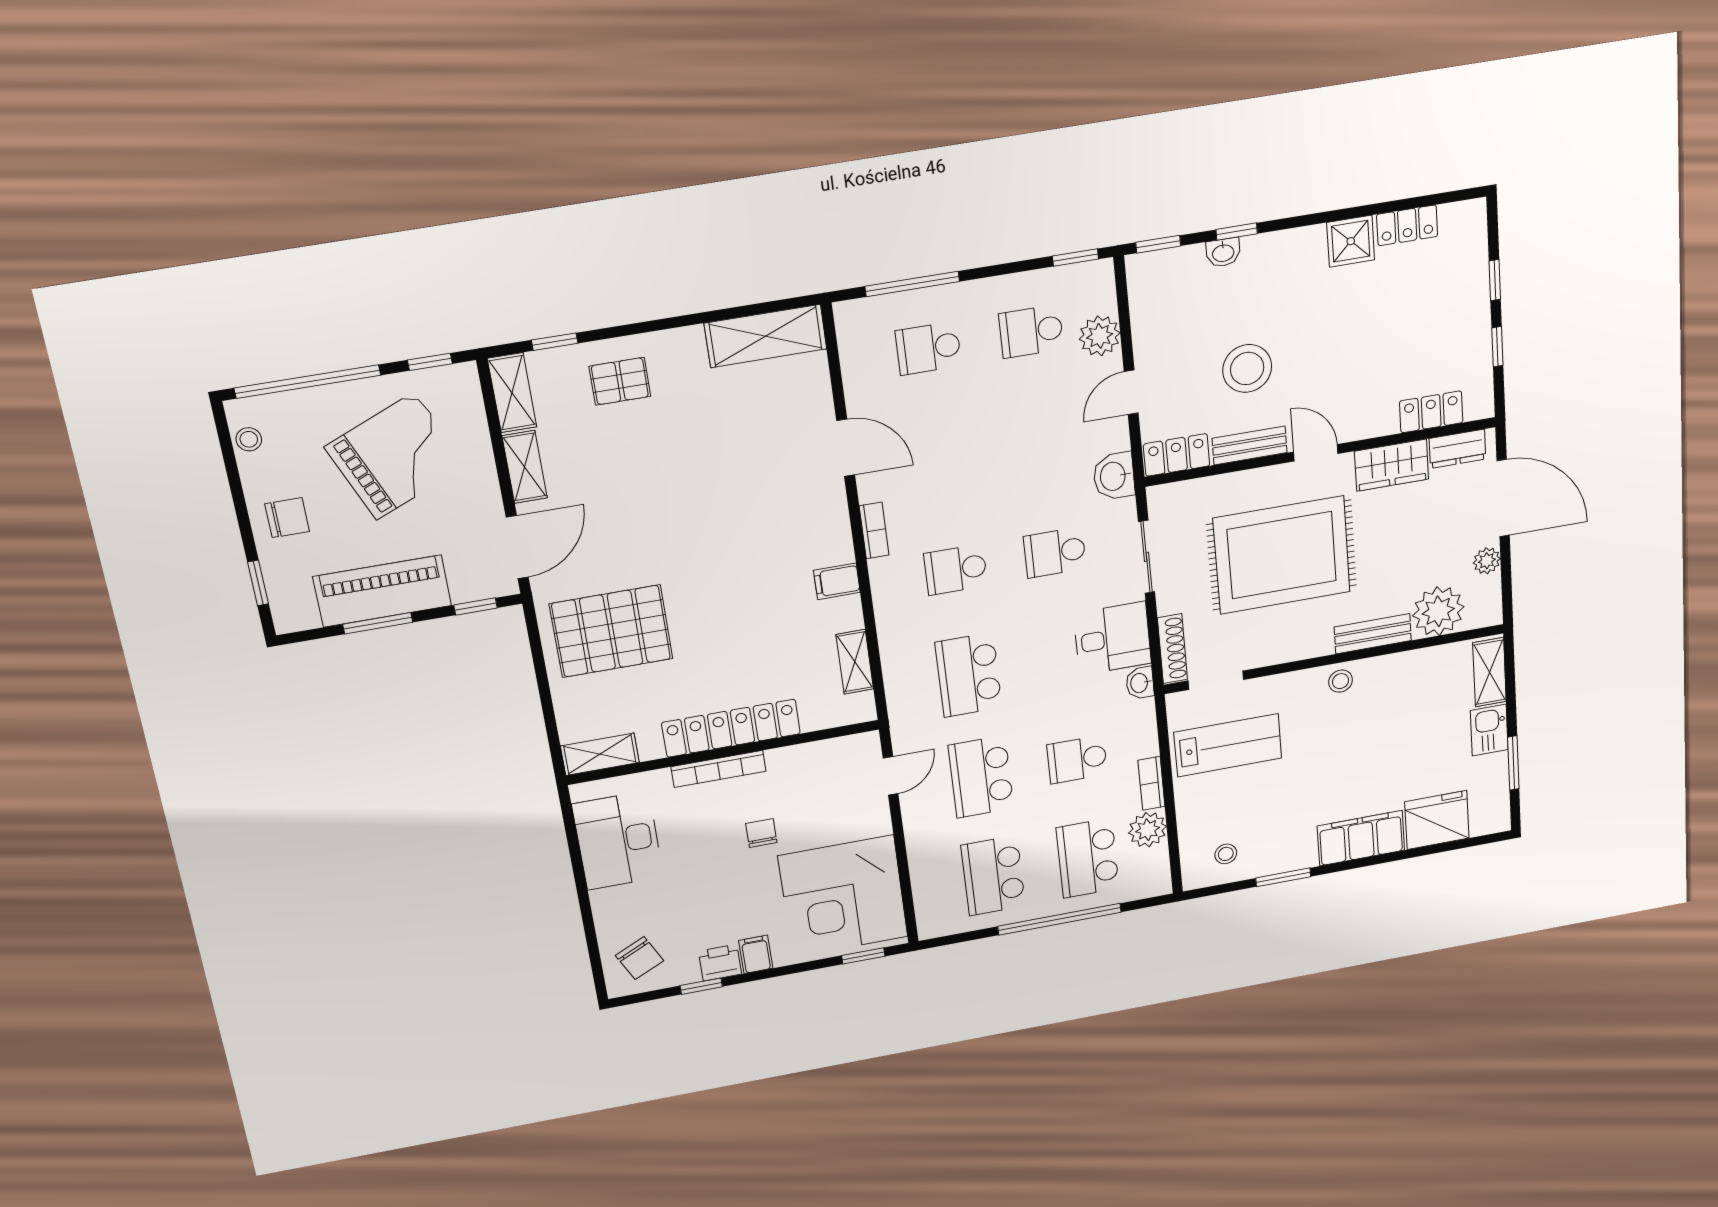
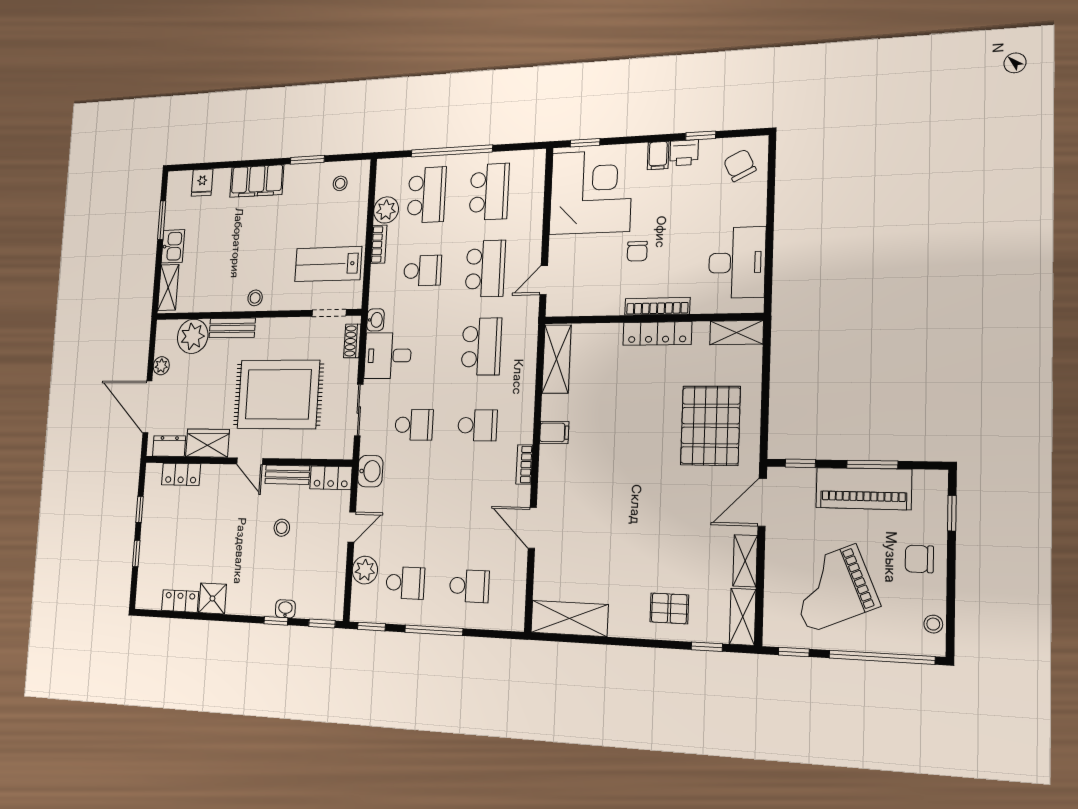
window: (912, 284) -> (434, 630), moved
stool: (1247, 368) -> (282, 528), width x0.53, depth x0.53
pallet: (611, 631) -> (710, 426), turned 90
shoe rack: (1172, 649) -> (352, 341), width x0.70
shelving: (855, 662) -> (557, 359), width x1.50, depth x1.33
locker: (731, 728) -> (657, 333), width x0.71, depth x0.83
fridge: (1437, 820) -> (202, 183), width x0.53, depth x0.75

